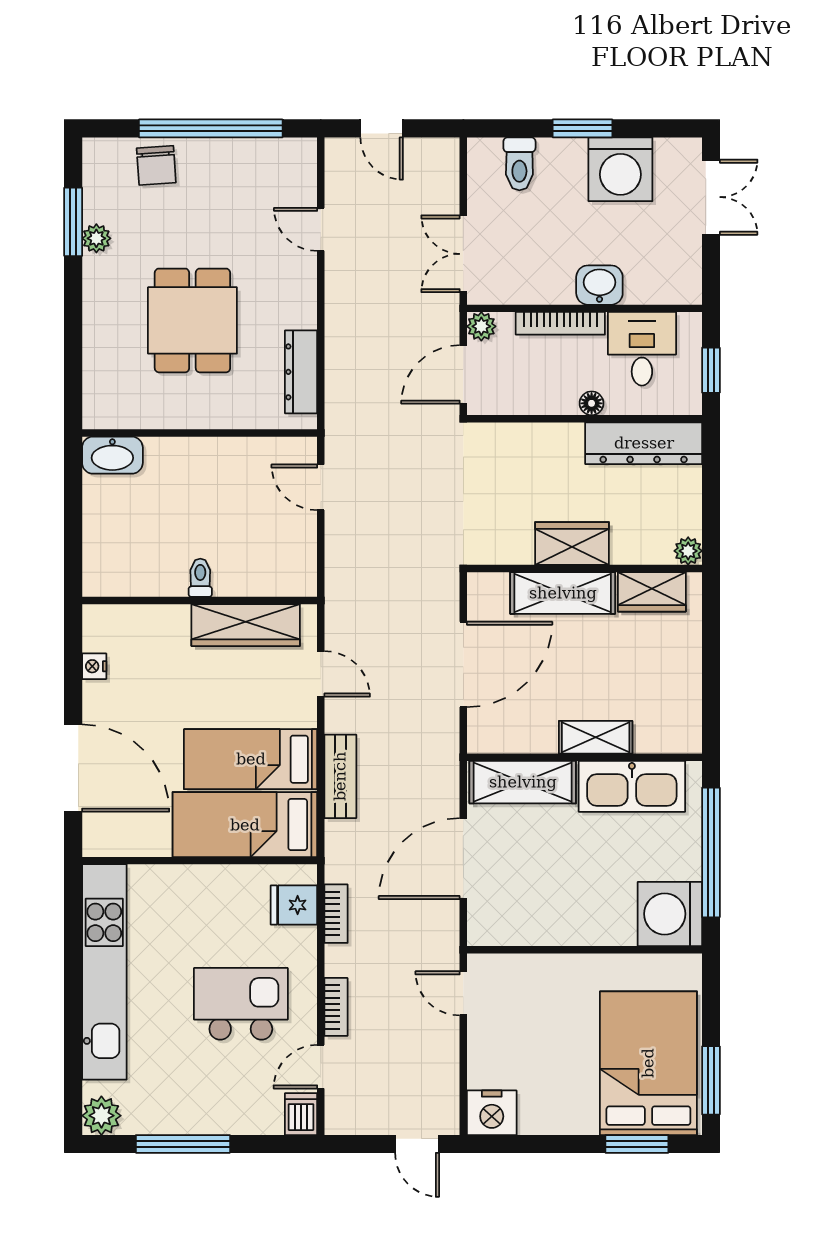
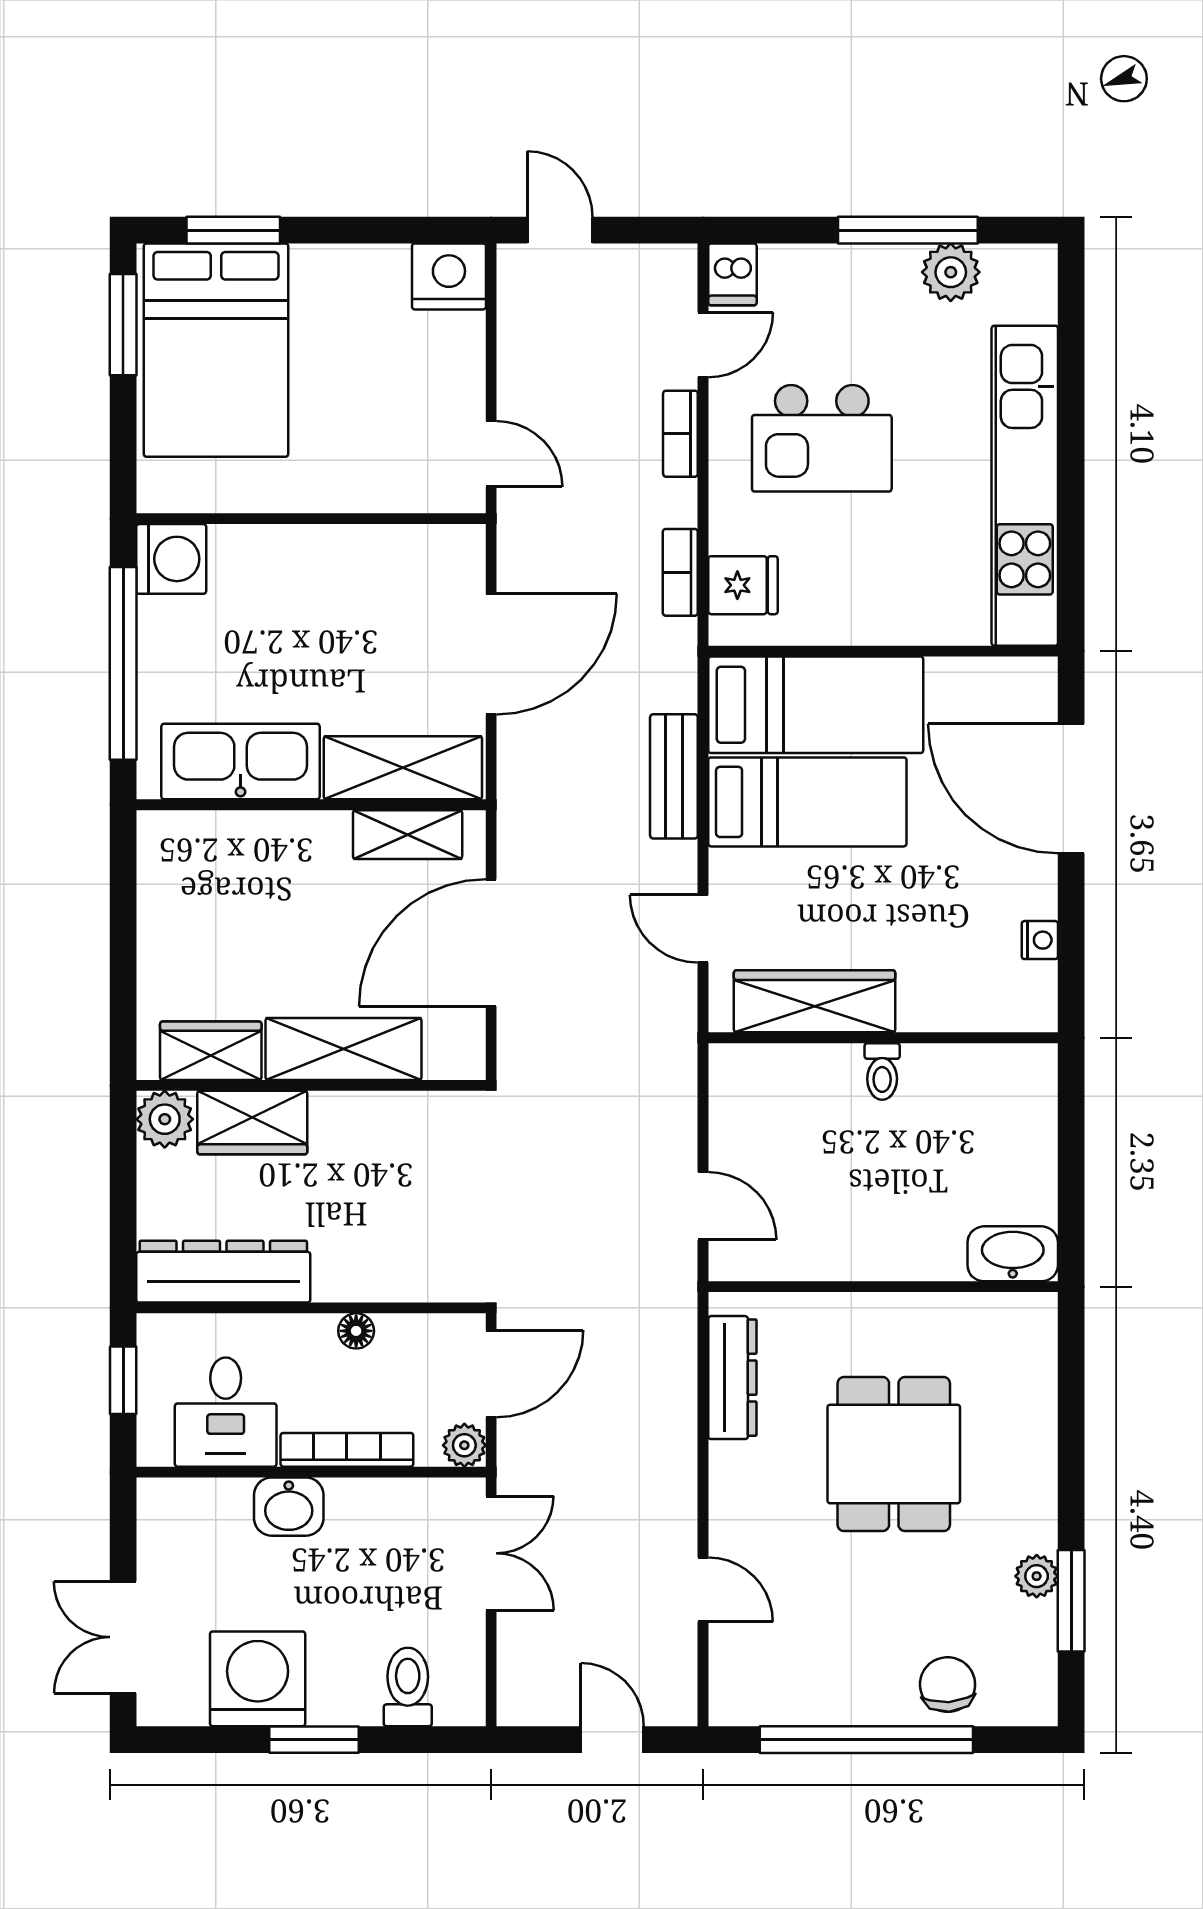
floor lamp: (592, 403) -> (356, 1331), moved
wardrobe: (572, 543) -> (252, 1123), moved
plant: (688, 551) -> (165, 1119), width x1.38, depth x1.38
shelving: (596, 737) -> (408, 835), moved
washing machine: (670, 914) -> (171, 559), width x0.73, depth x0.73
plant: (101, 1116) -> (951, 272), moved

